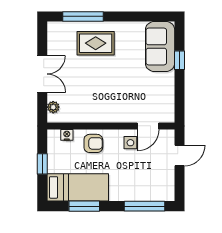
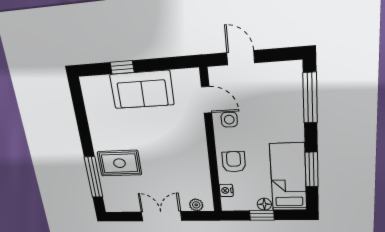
rug: (96, 43) -> (119, 163), turned 90
sofa: (160, 47) -> (142, 90), moved
floor lamp: (53, 166) -> (264, 204), added

